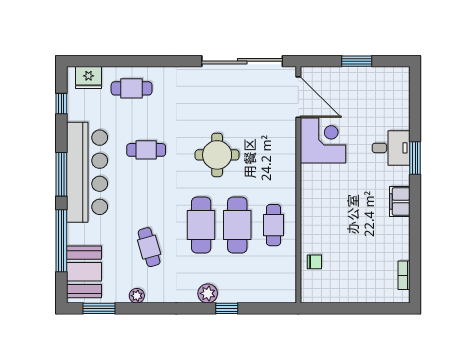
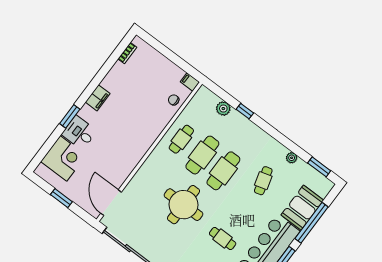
corner desk: (323, 140) -> (63, 158), moved, turned 180
round table: (217, 155) -> (184, 205), width x1.36, depth x1.36
booth: (84, 272) -> (302, 208), moved
plant: (208, 293) -> (223, 109), moved
filing cabinet: (311, 295) -> (190, 82), added

